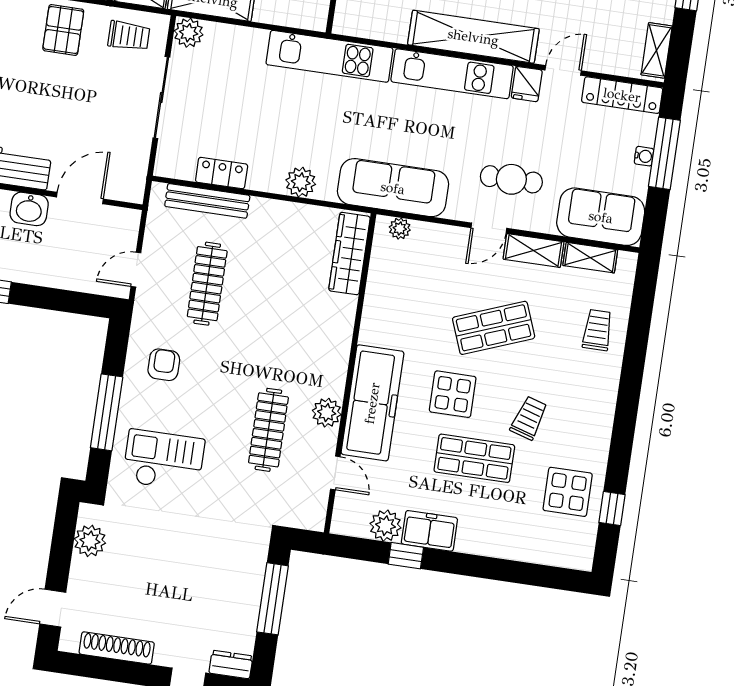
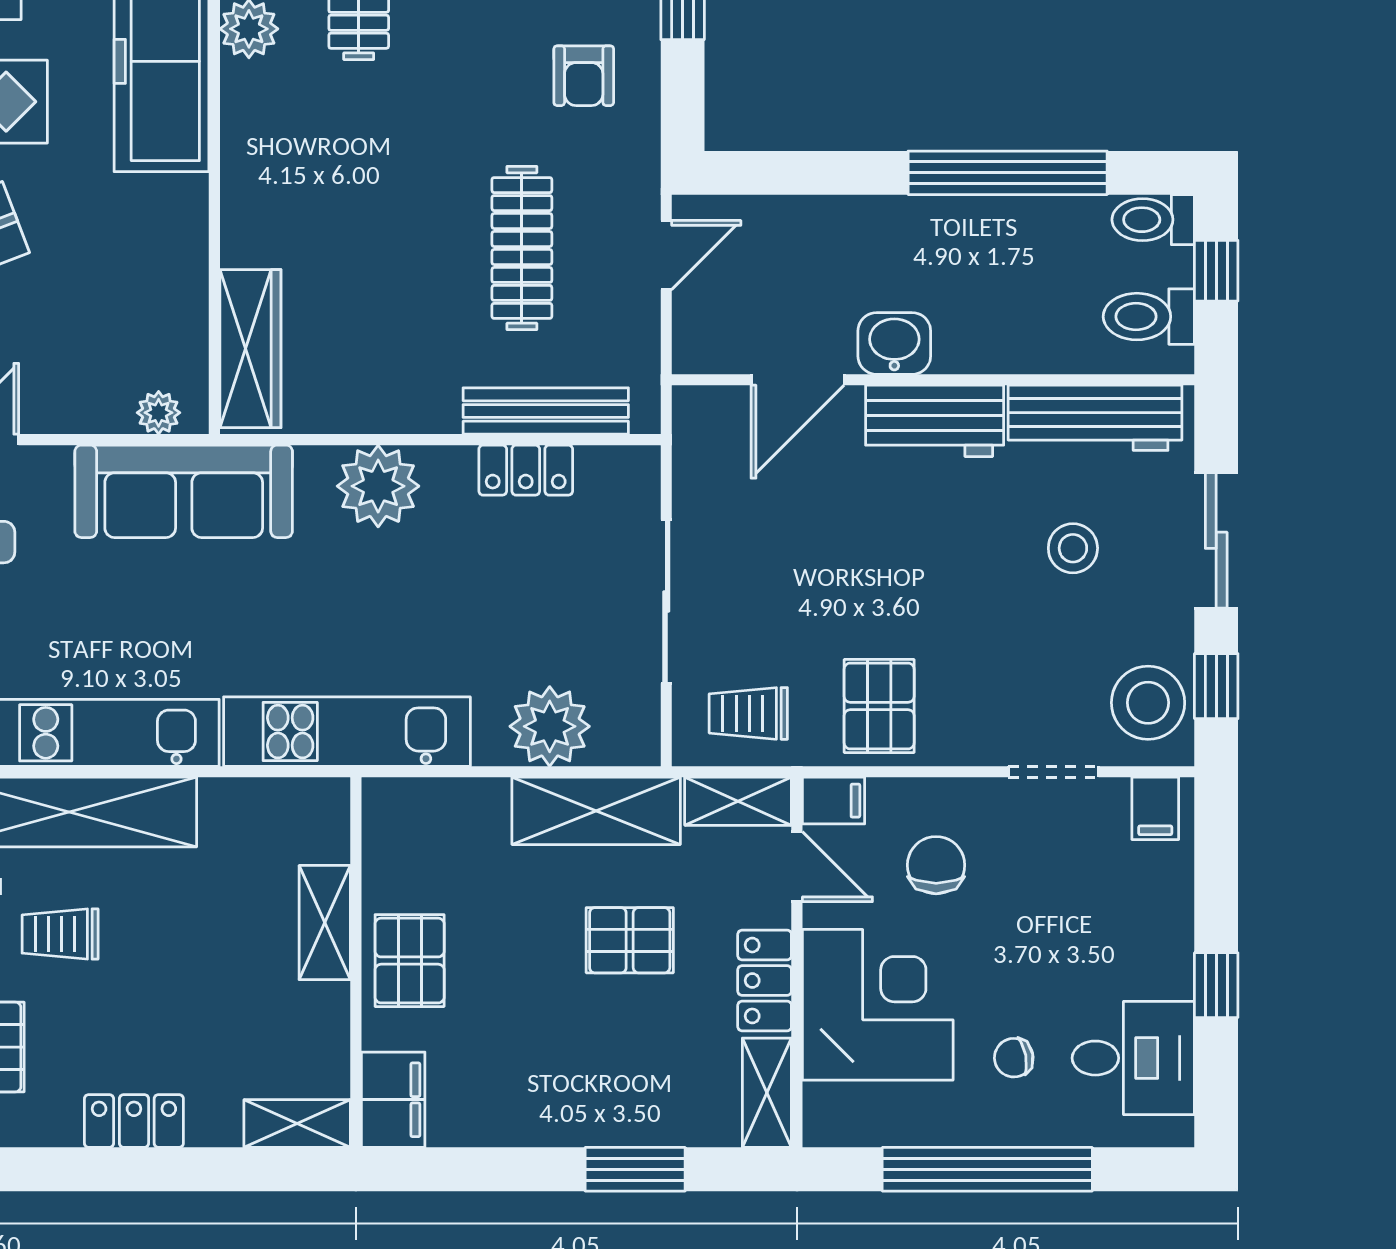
plant: (189, 33) -> (550, 726), moved, width x1.36, depth x1.36
plant: (301, 182) -> (378, 486), width x1.36, depth x1.36

